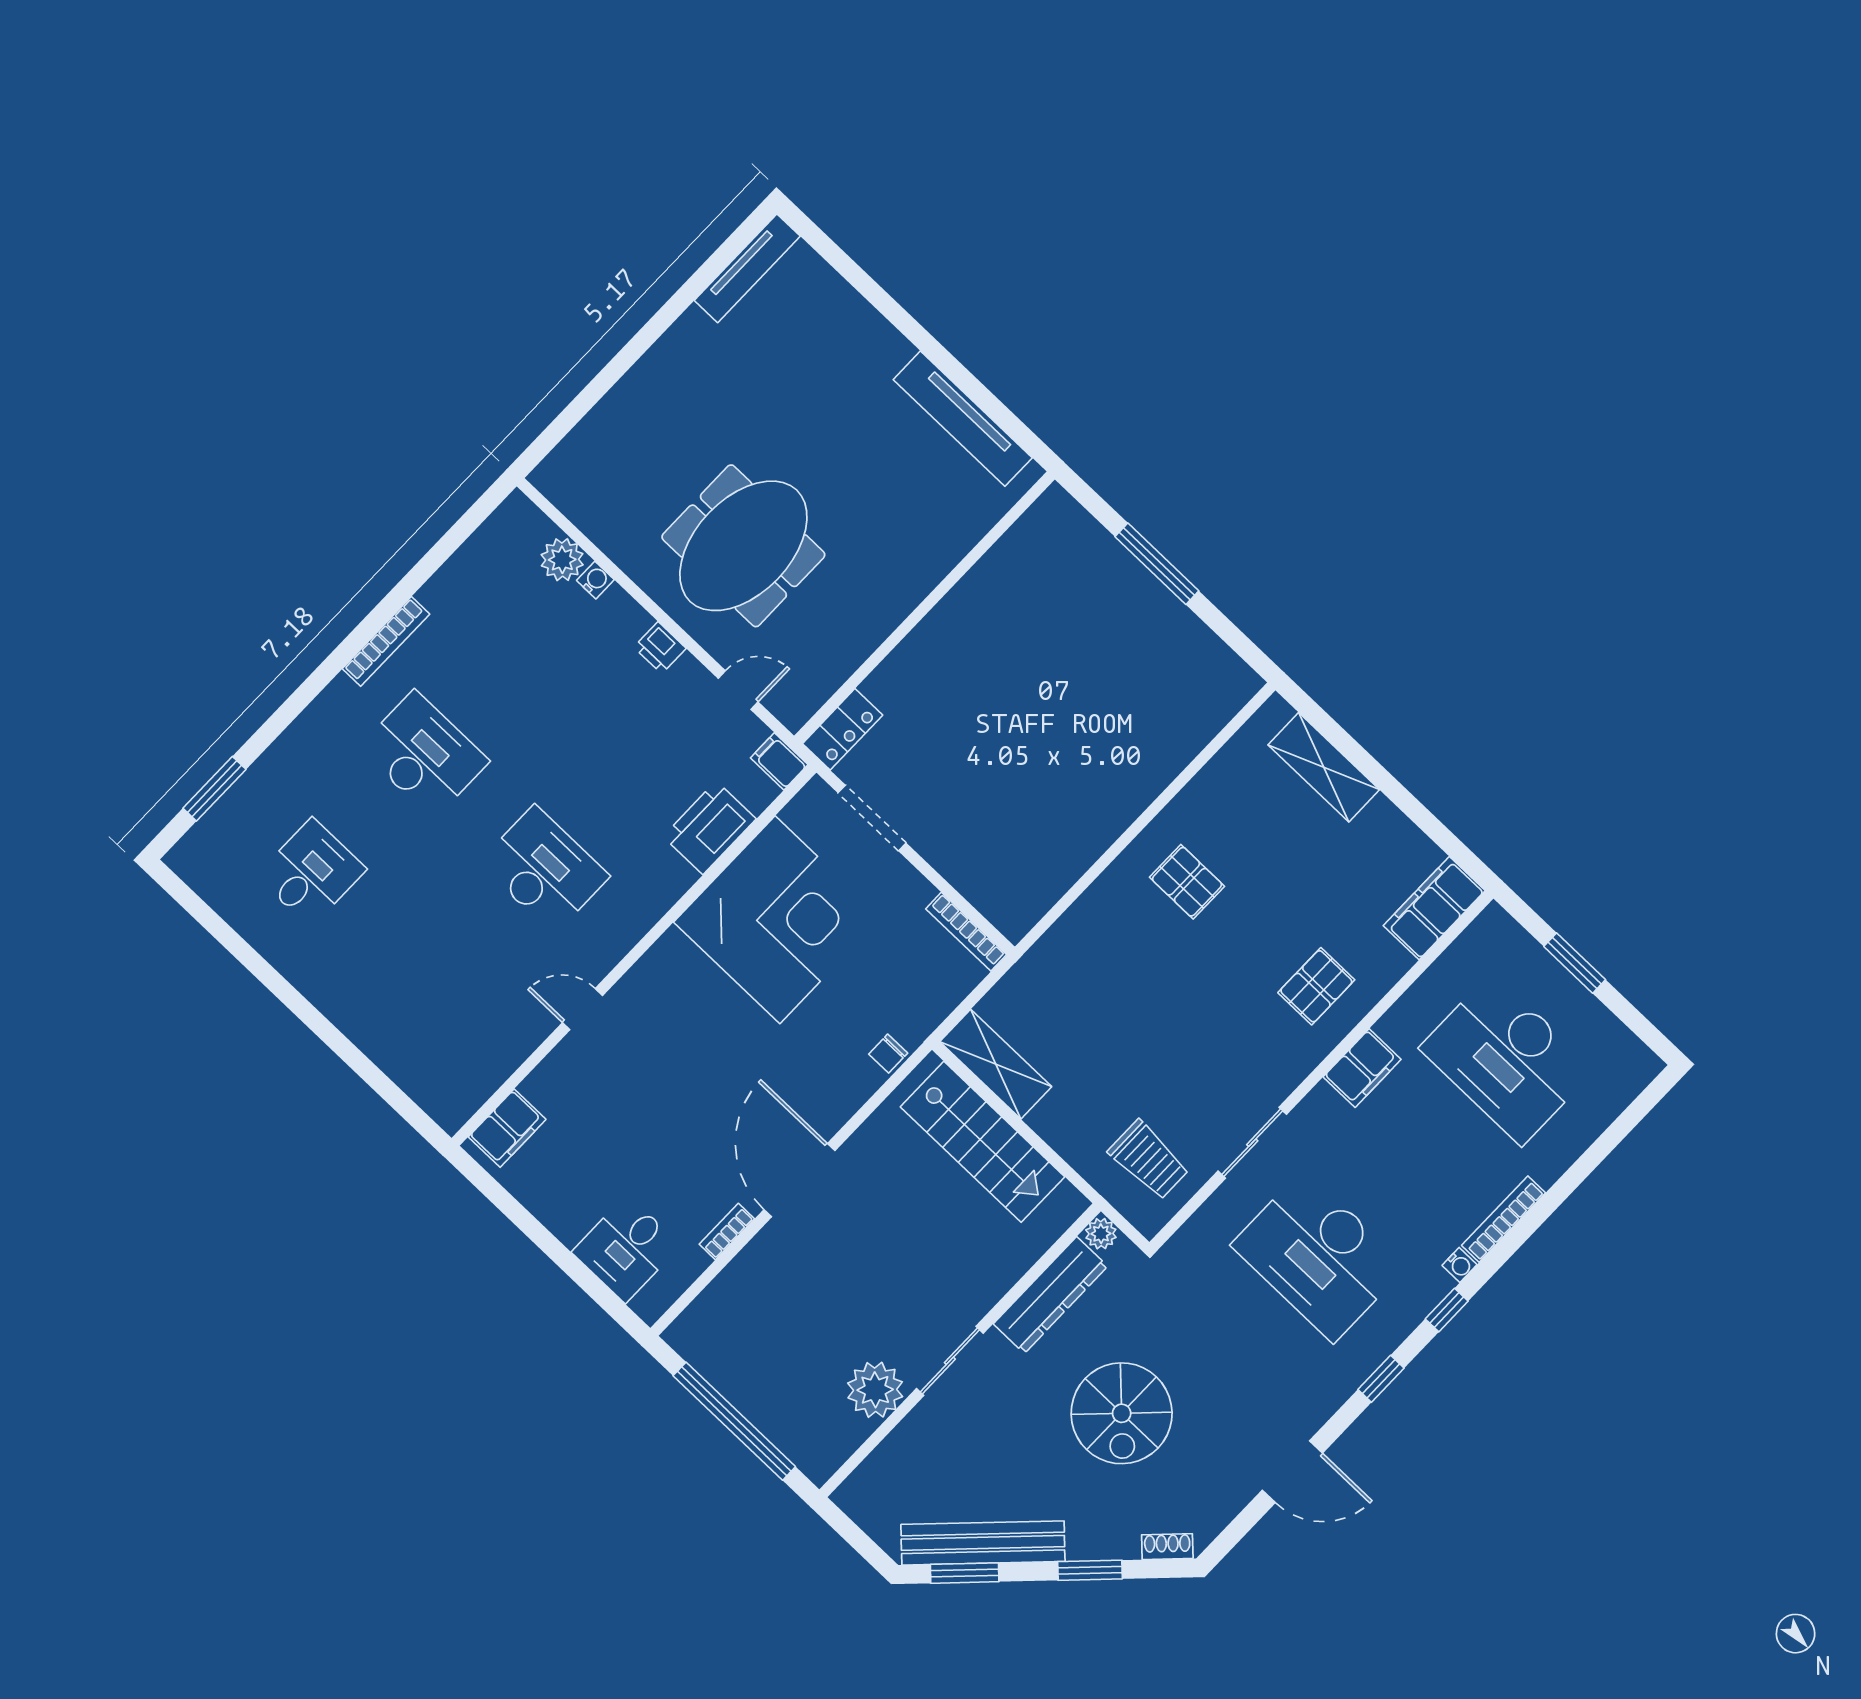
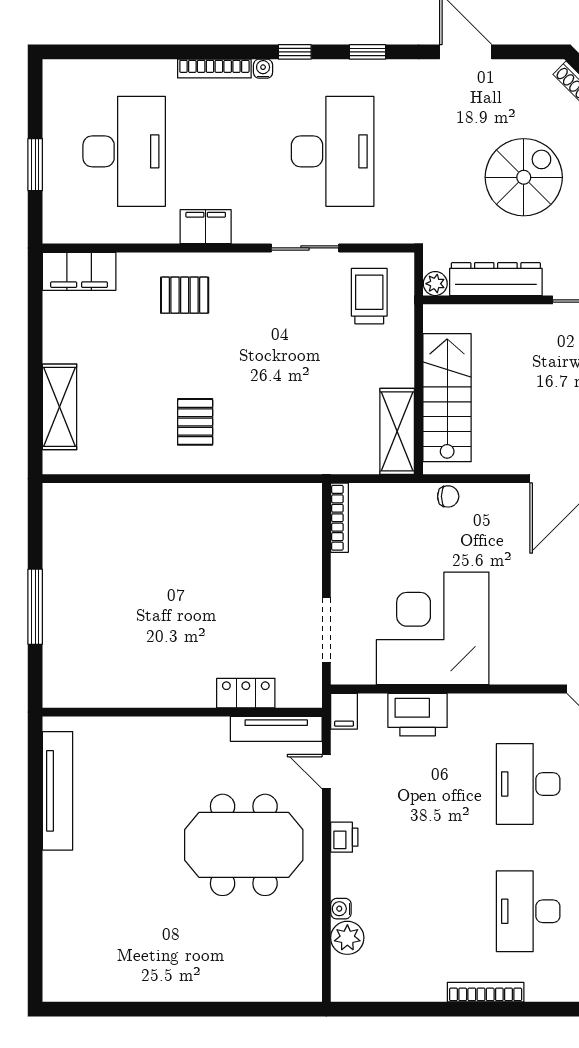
tv unit: (747, 268) -> (276, 729), moved, turned 180
locker: (843, 729) -> (246, 693), moved

